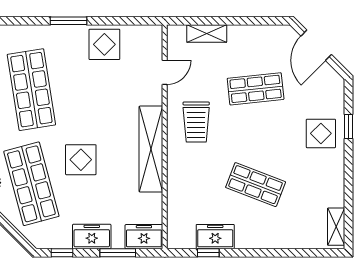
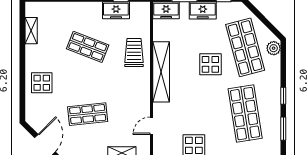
trolley: (196, 122) -> (134, 53), moved
window: (348, 127) -> (22, 88), removed
shelving: (336, 227) -> (31, 31), moved

